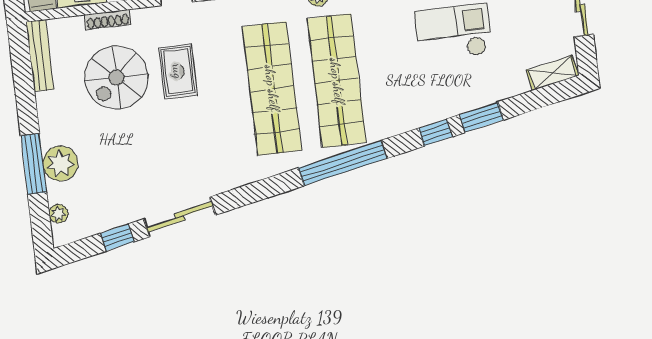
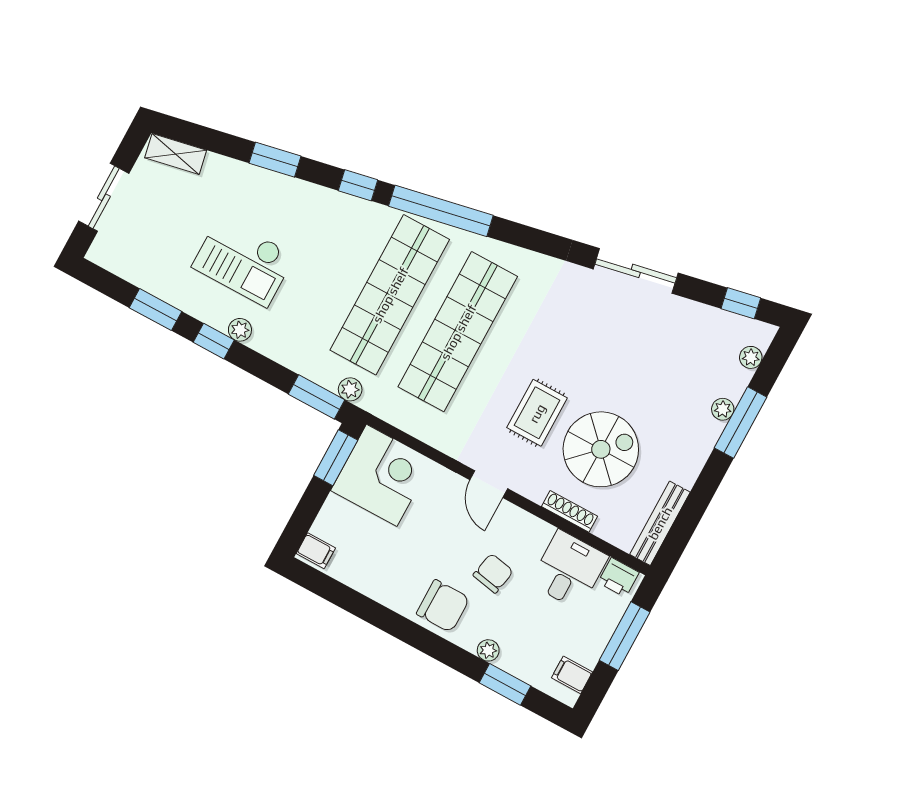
window: (435, 132) -> (358, 185), moved
plant: (60, 163) -> (723, 409), width x0.53, depth x0.53
window: (117, 238) -> (741, 303), moved

